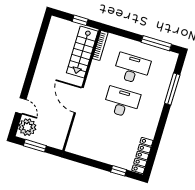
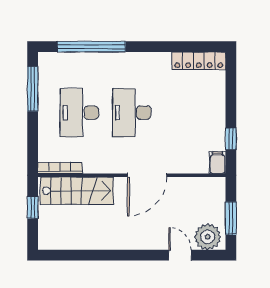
window: (172, 89) -> (91, 47), width x1.46
door: (21, 106) -> (180, 255), hinge flipped
filing cabinet: (73, 148) -> (217, 163), added
window: (119, 171) -> (231, 139), moved

